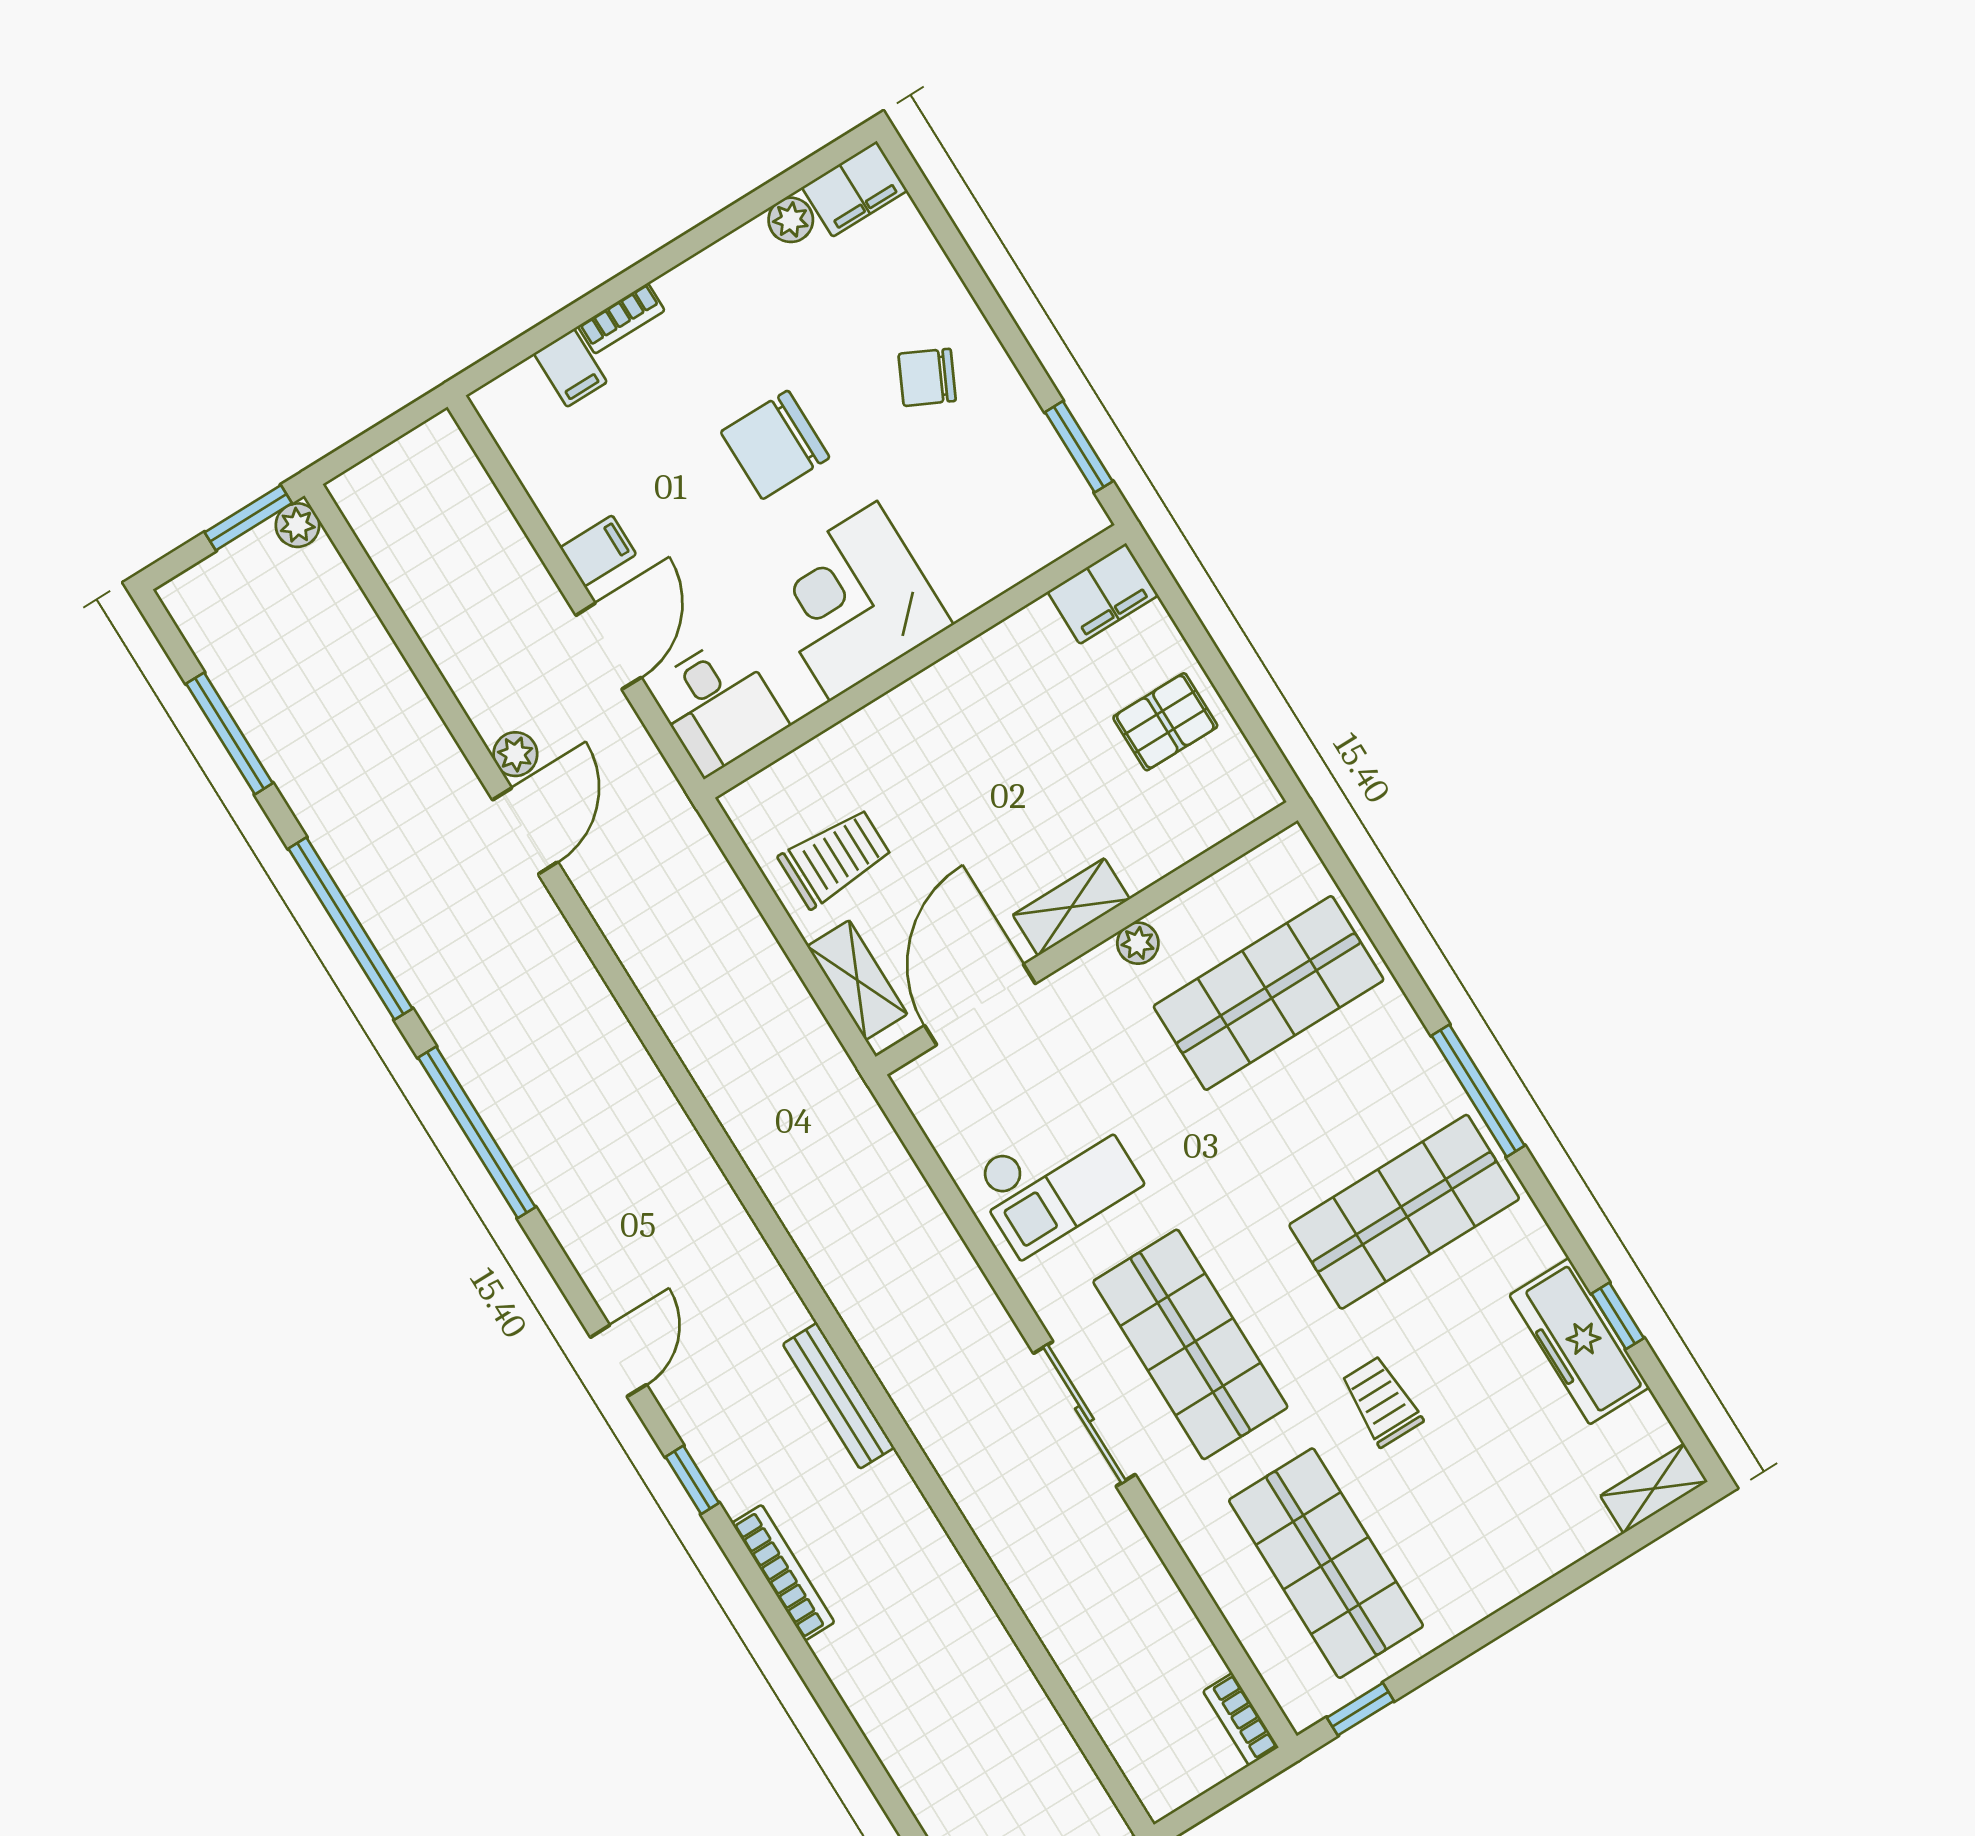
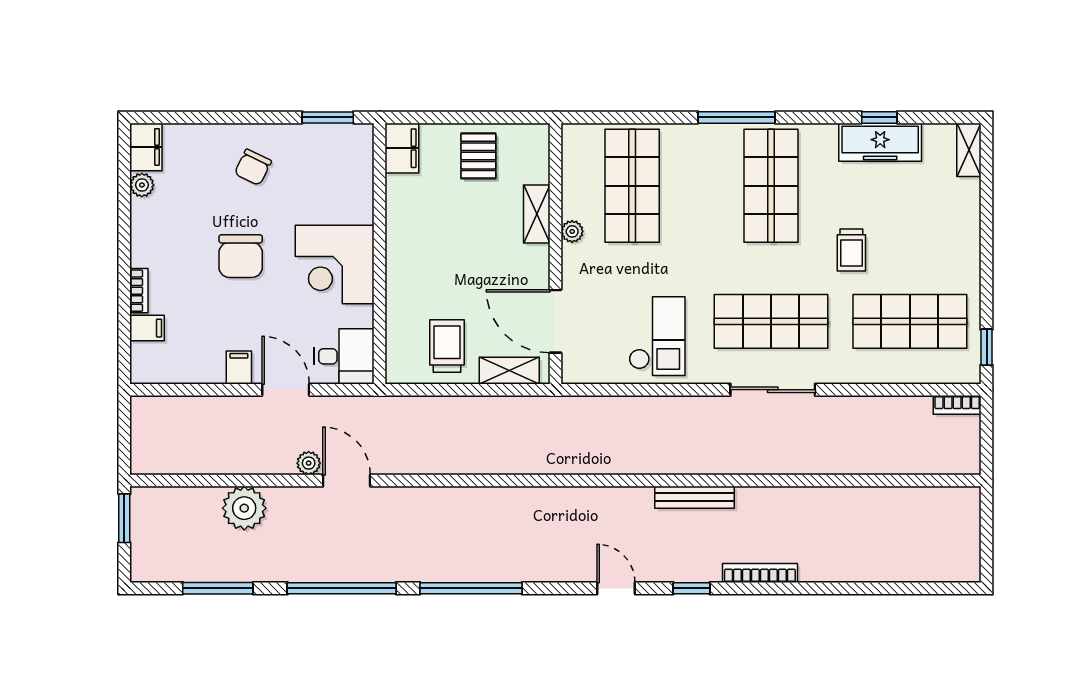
plant: (297, 525) -> (244, 508), moved, width x1.87, depth x1.87
shelving: (1071, 907) -> (537, 214), moved
trolley: (1382, 1401) -> (851, 250), turned -90

